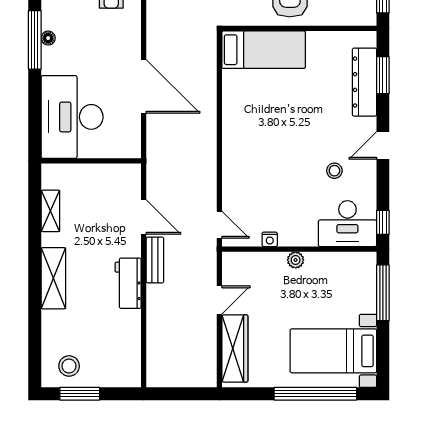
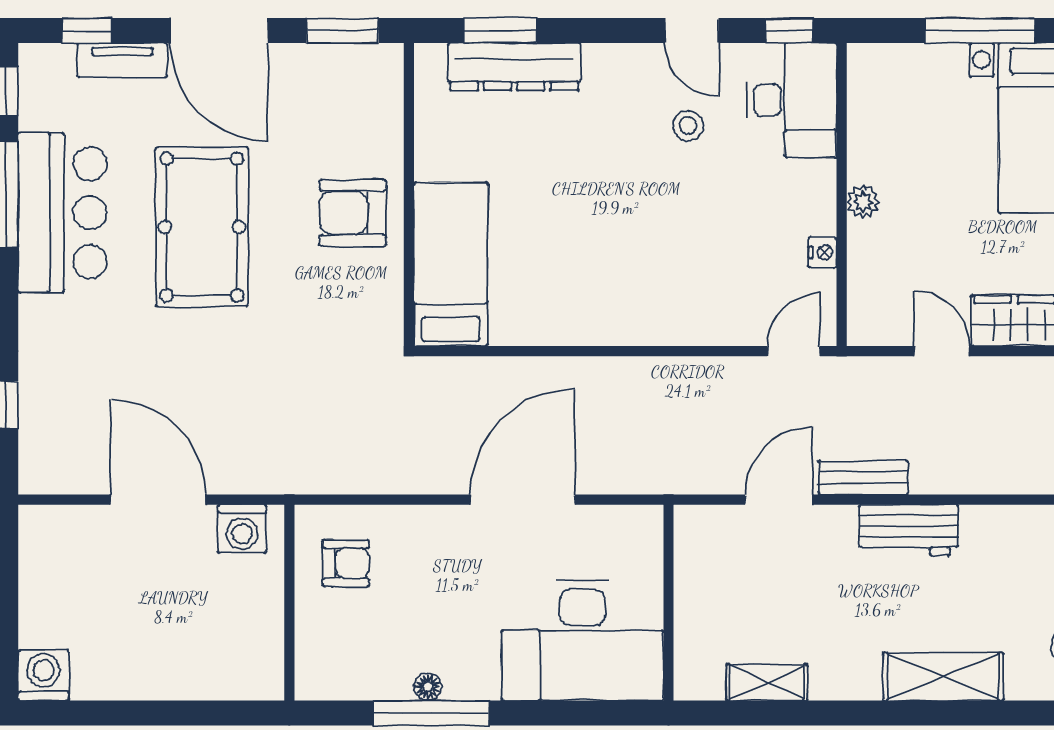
door: (383, 145) -> (692, 30), moved
shelving: (53, 278) -> (943, 677), moved
window: (383, 293) -> (980, 30), moved

